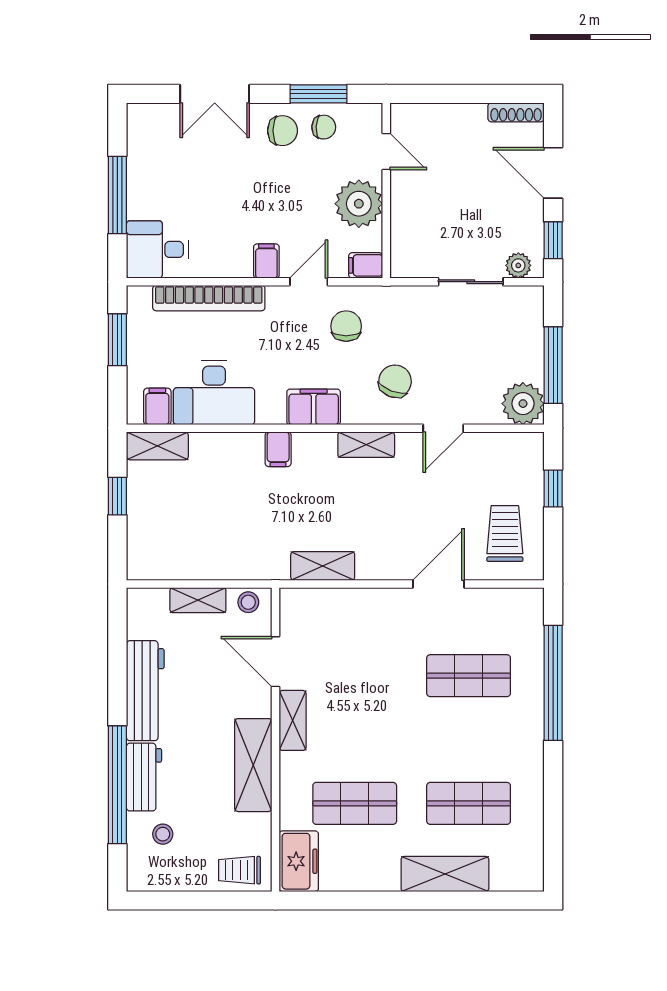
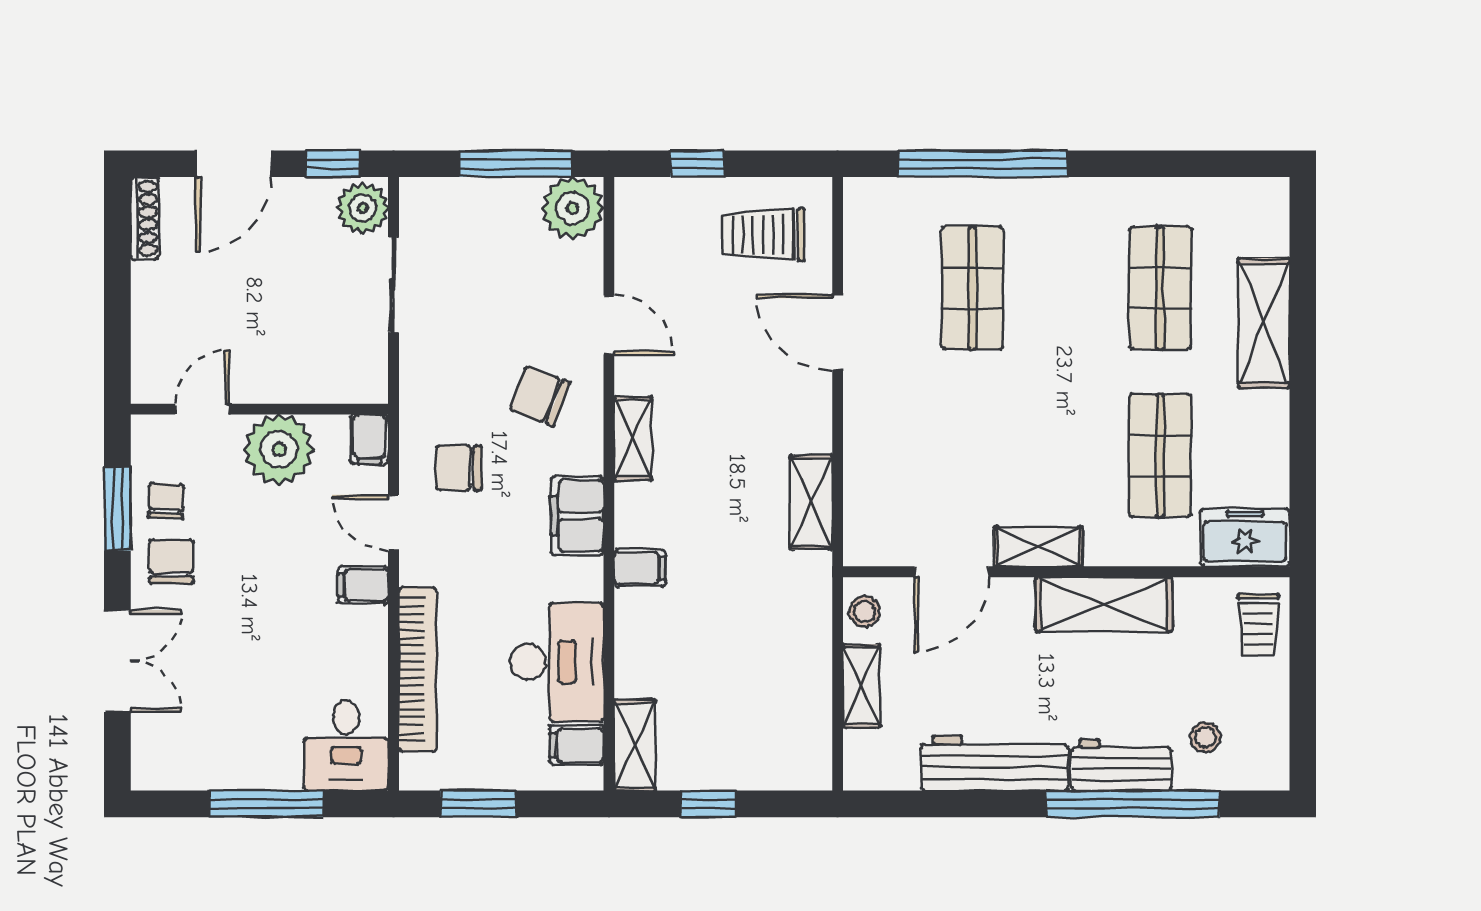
plant: (518, 265) -> (363, 208), width x1.38, depth x1.38

